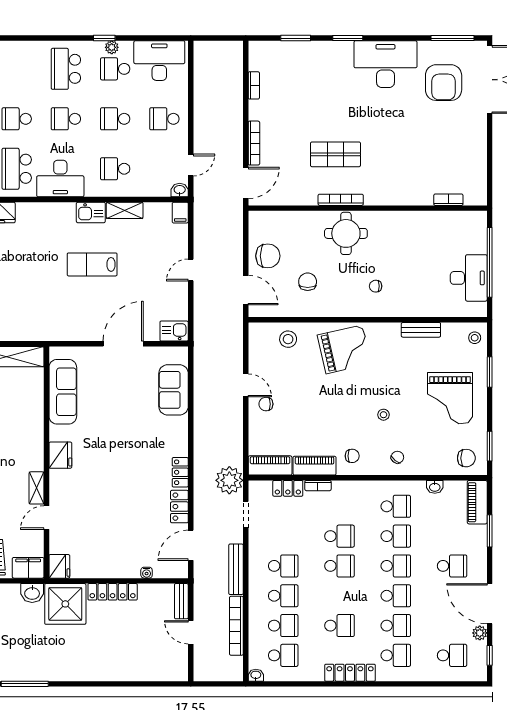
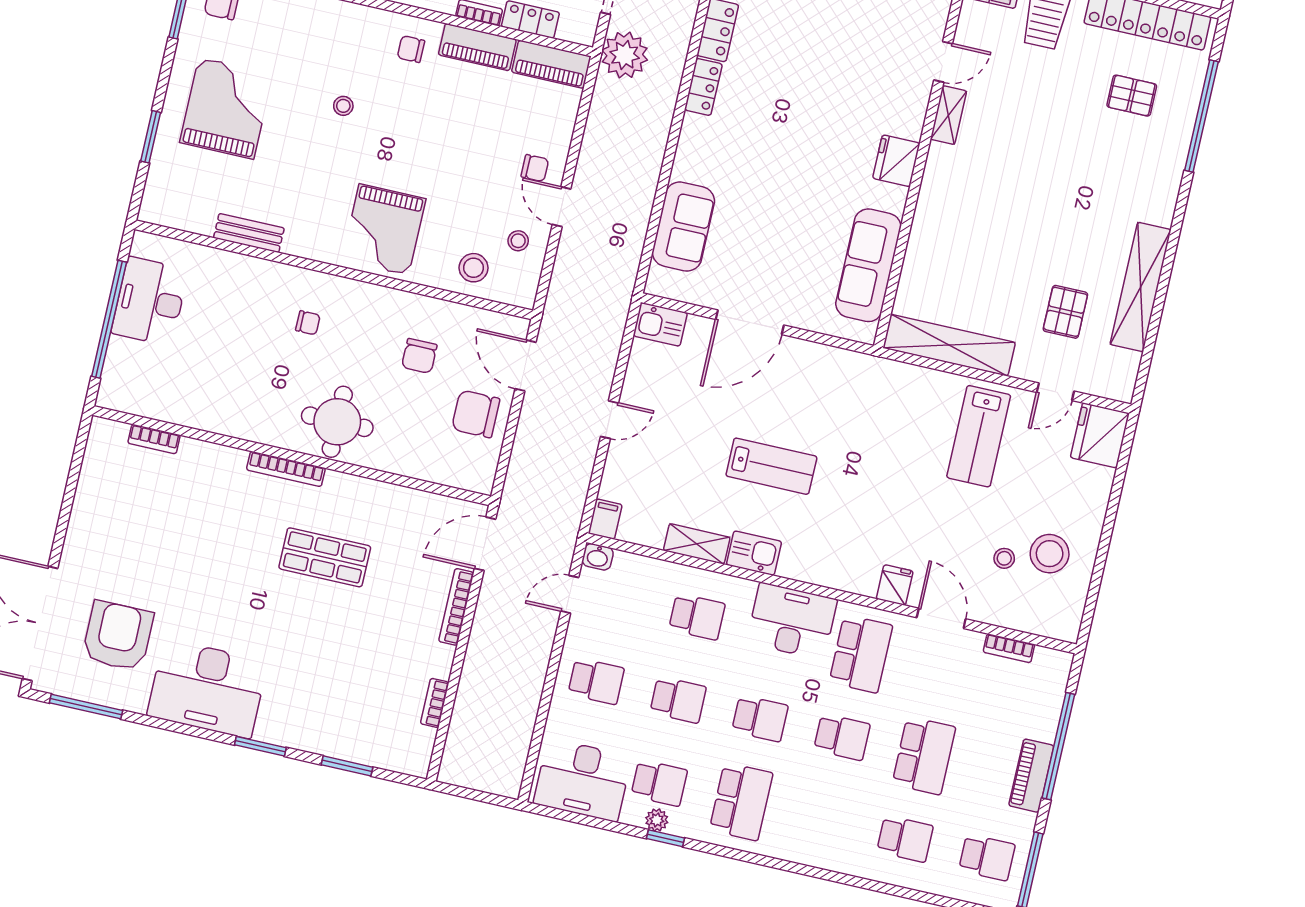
bookcase: (341, 200) -> (286, 469), moved
stool: (475, 338) -> (518, 241), moved
grand piano: (344, 349) -> (384, 229), turned -77
chair: (397, 457) -> (336, 30), removed

